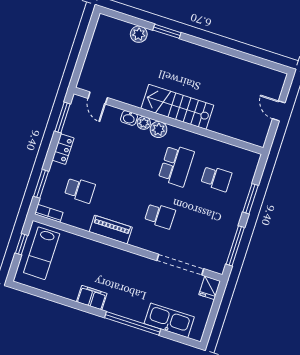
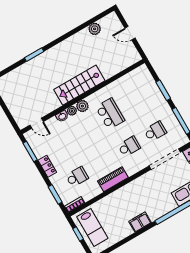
plant: (139, 34) -> (95, 29), moved
school desk: (216, 178) -> (155, 131), moved

